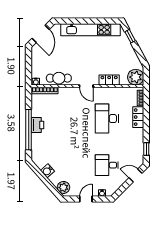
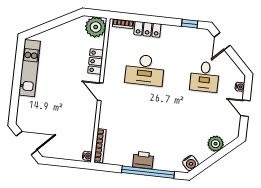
kitchen unit: (90, 30) -> (30, 68), width x0.73
window: (130, 36) -> (42, 28), removed
cafe table: (59, 78) -> (86, 126), removed
door: (86, 86) -> (100, 92), swing flipped
water cooler: (47, 171) -> (190, 163), moved
plant: (63, 187) -> (216, 144), moved

